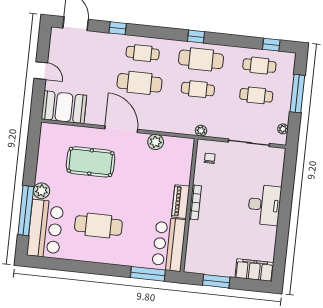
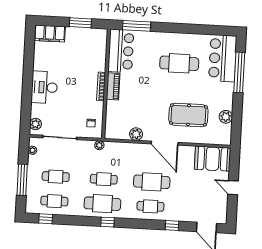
plant: (277, 161) -> (36, 124), added
plant: (42, 191) -> (226, 117), moved

